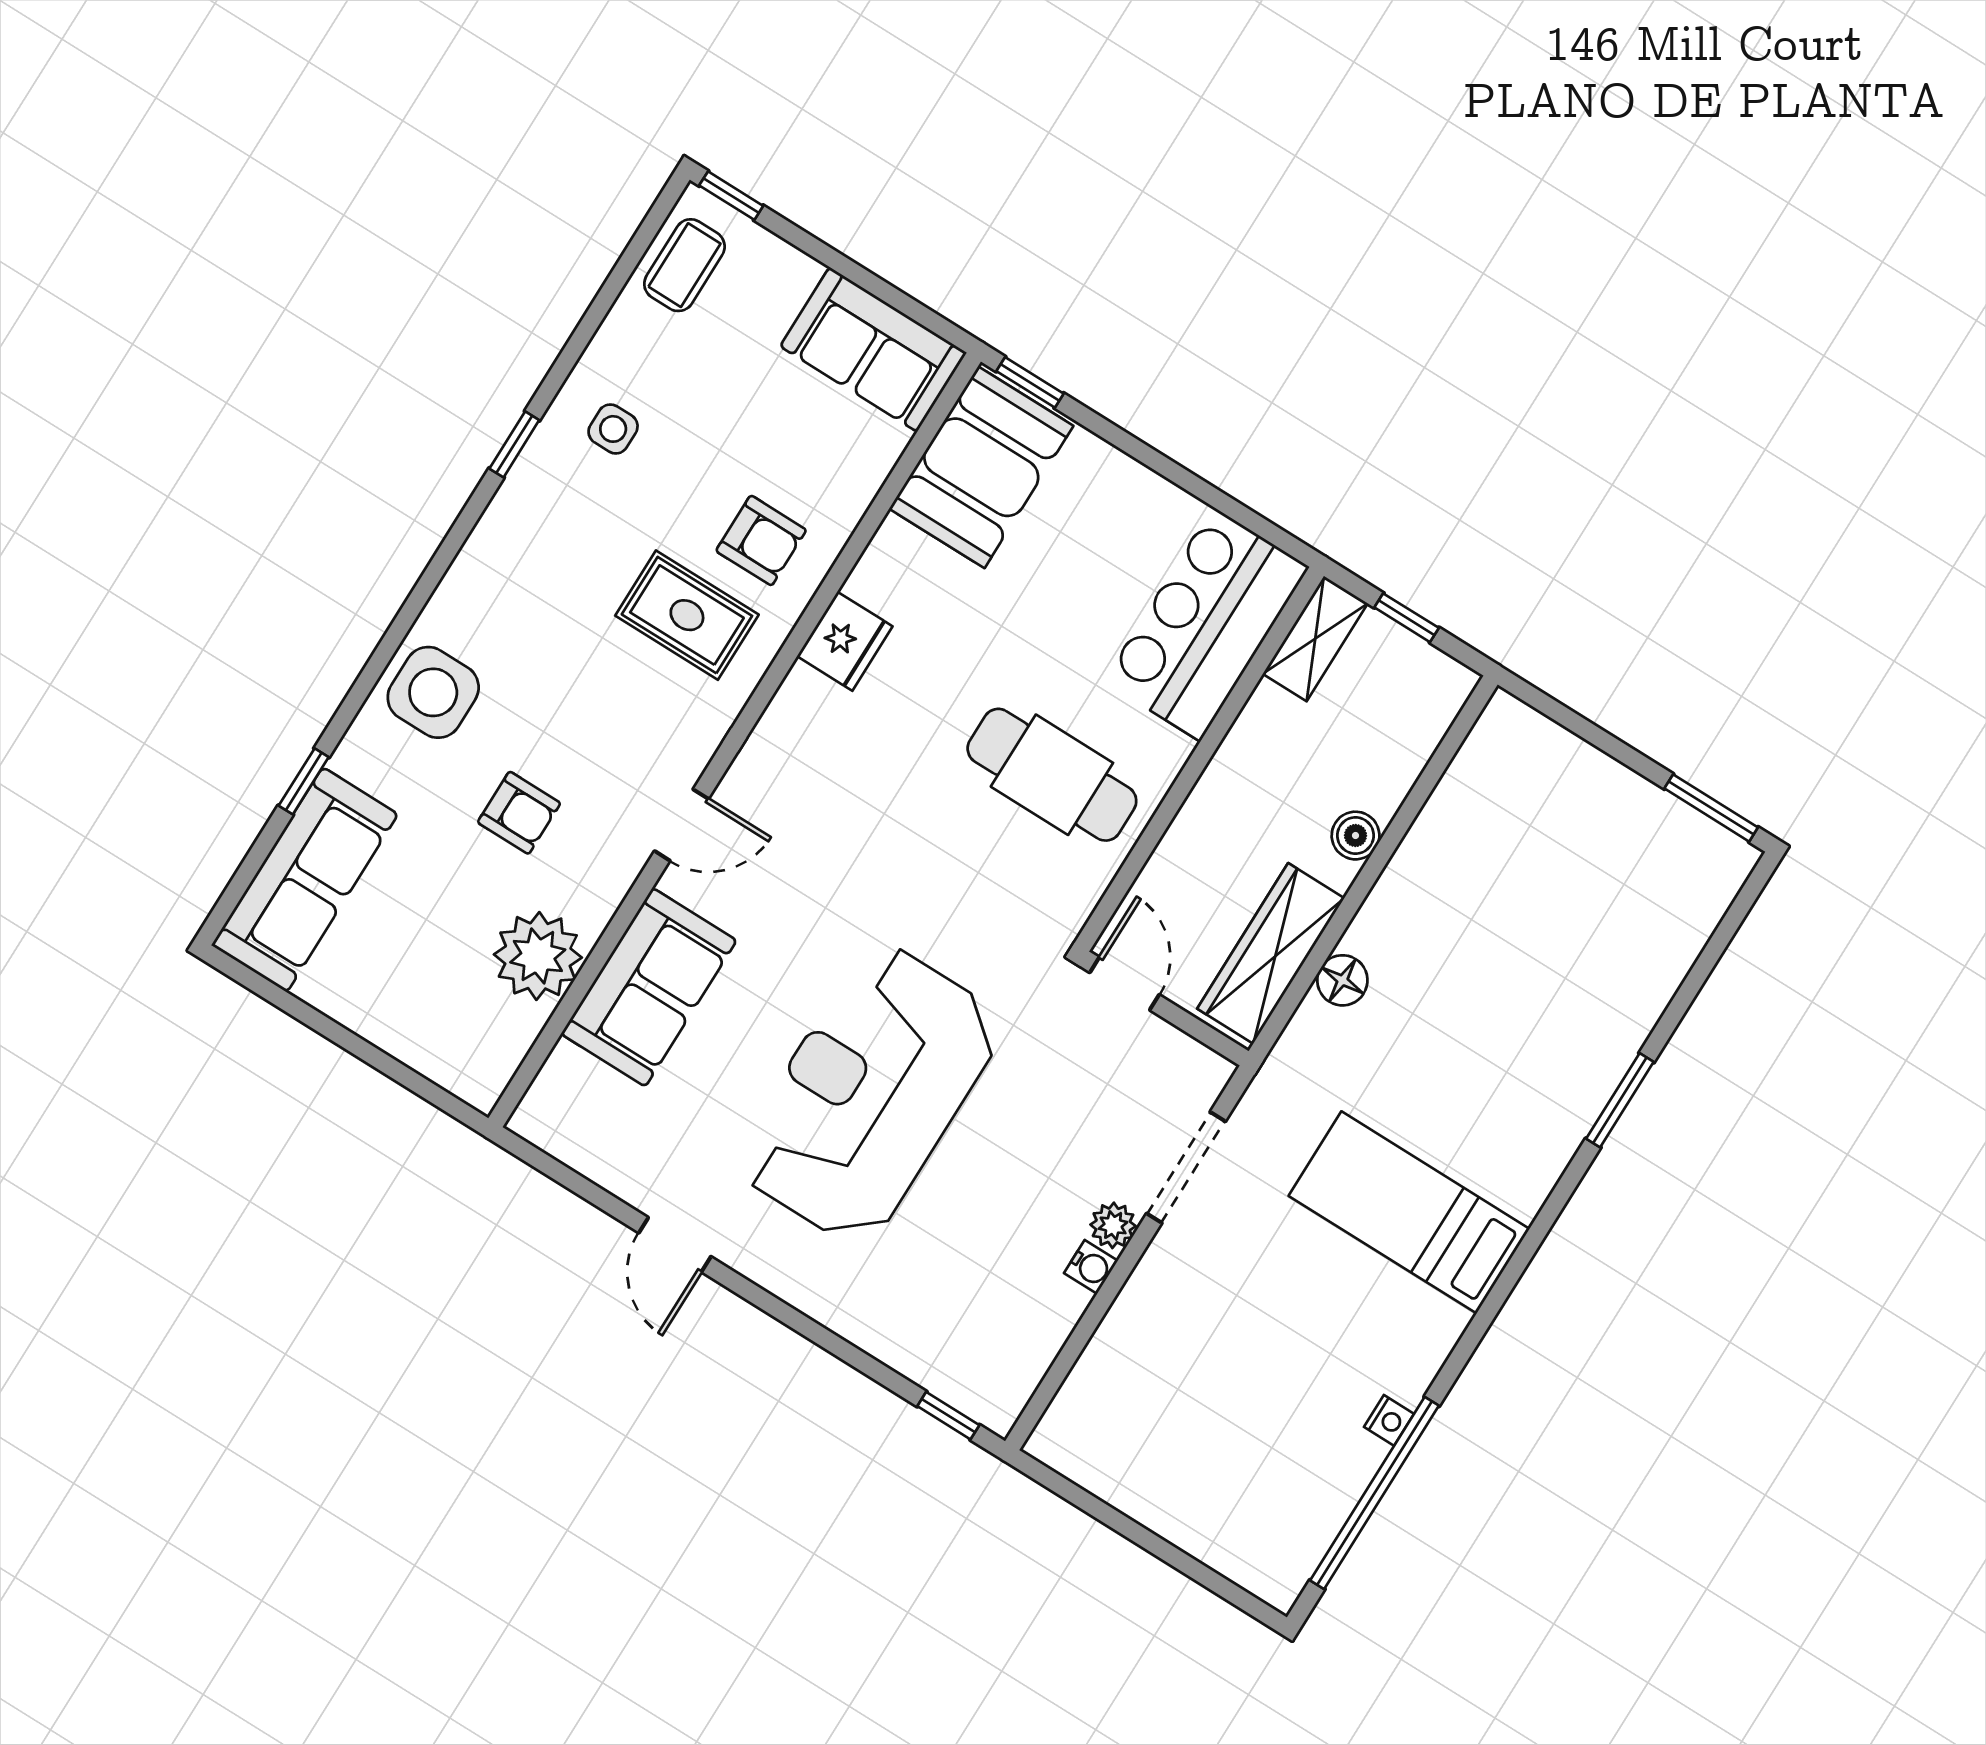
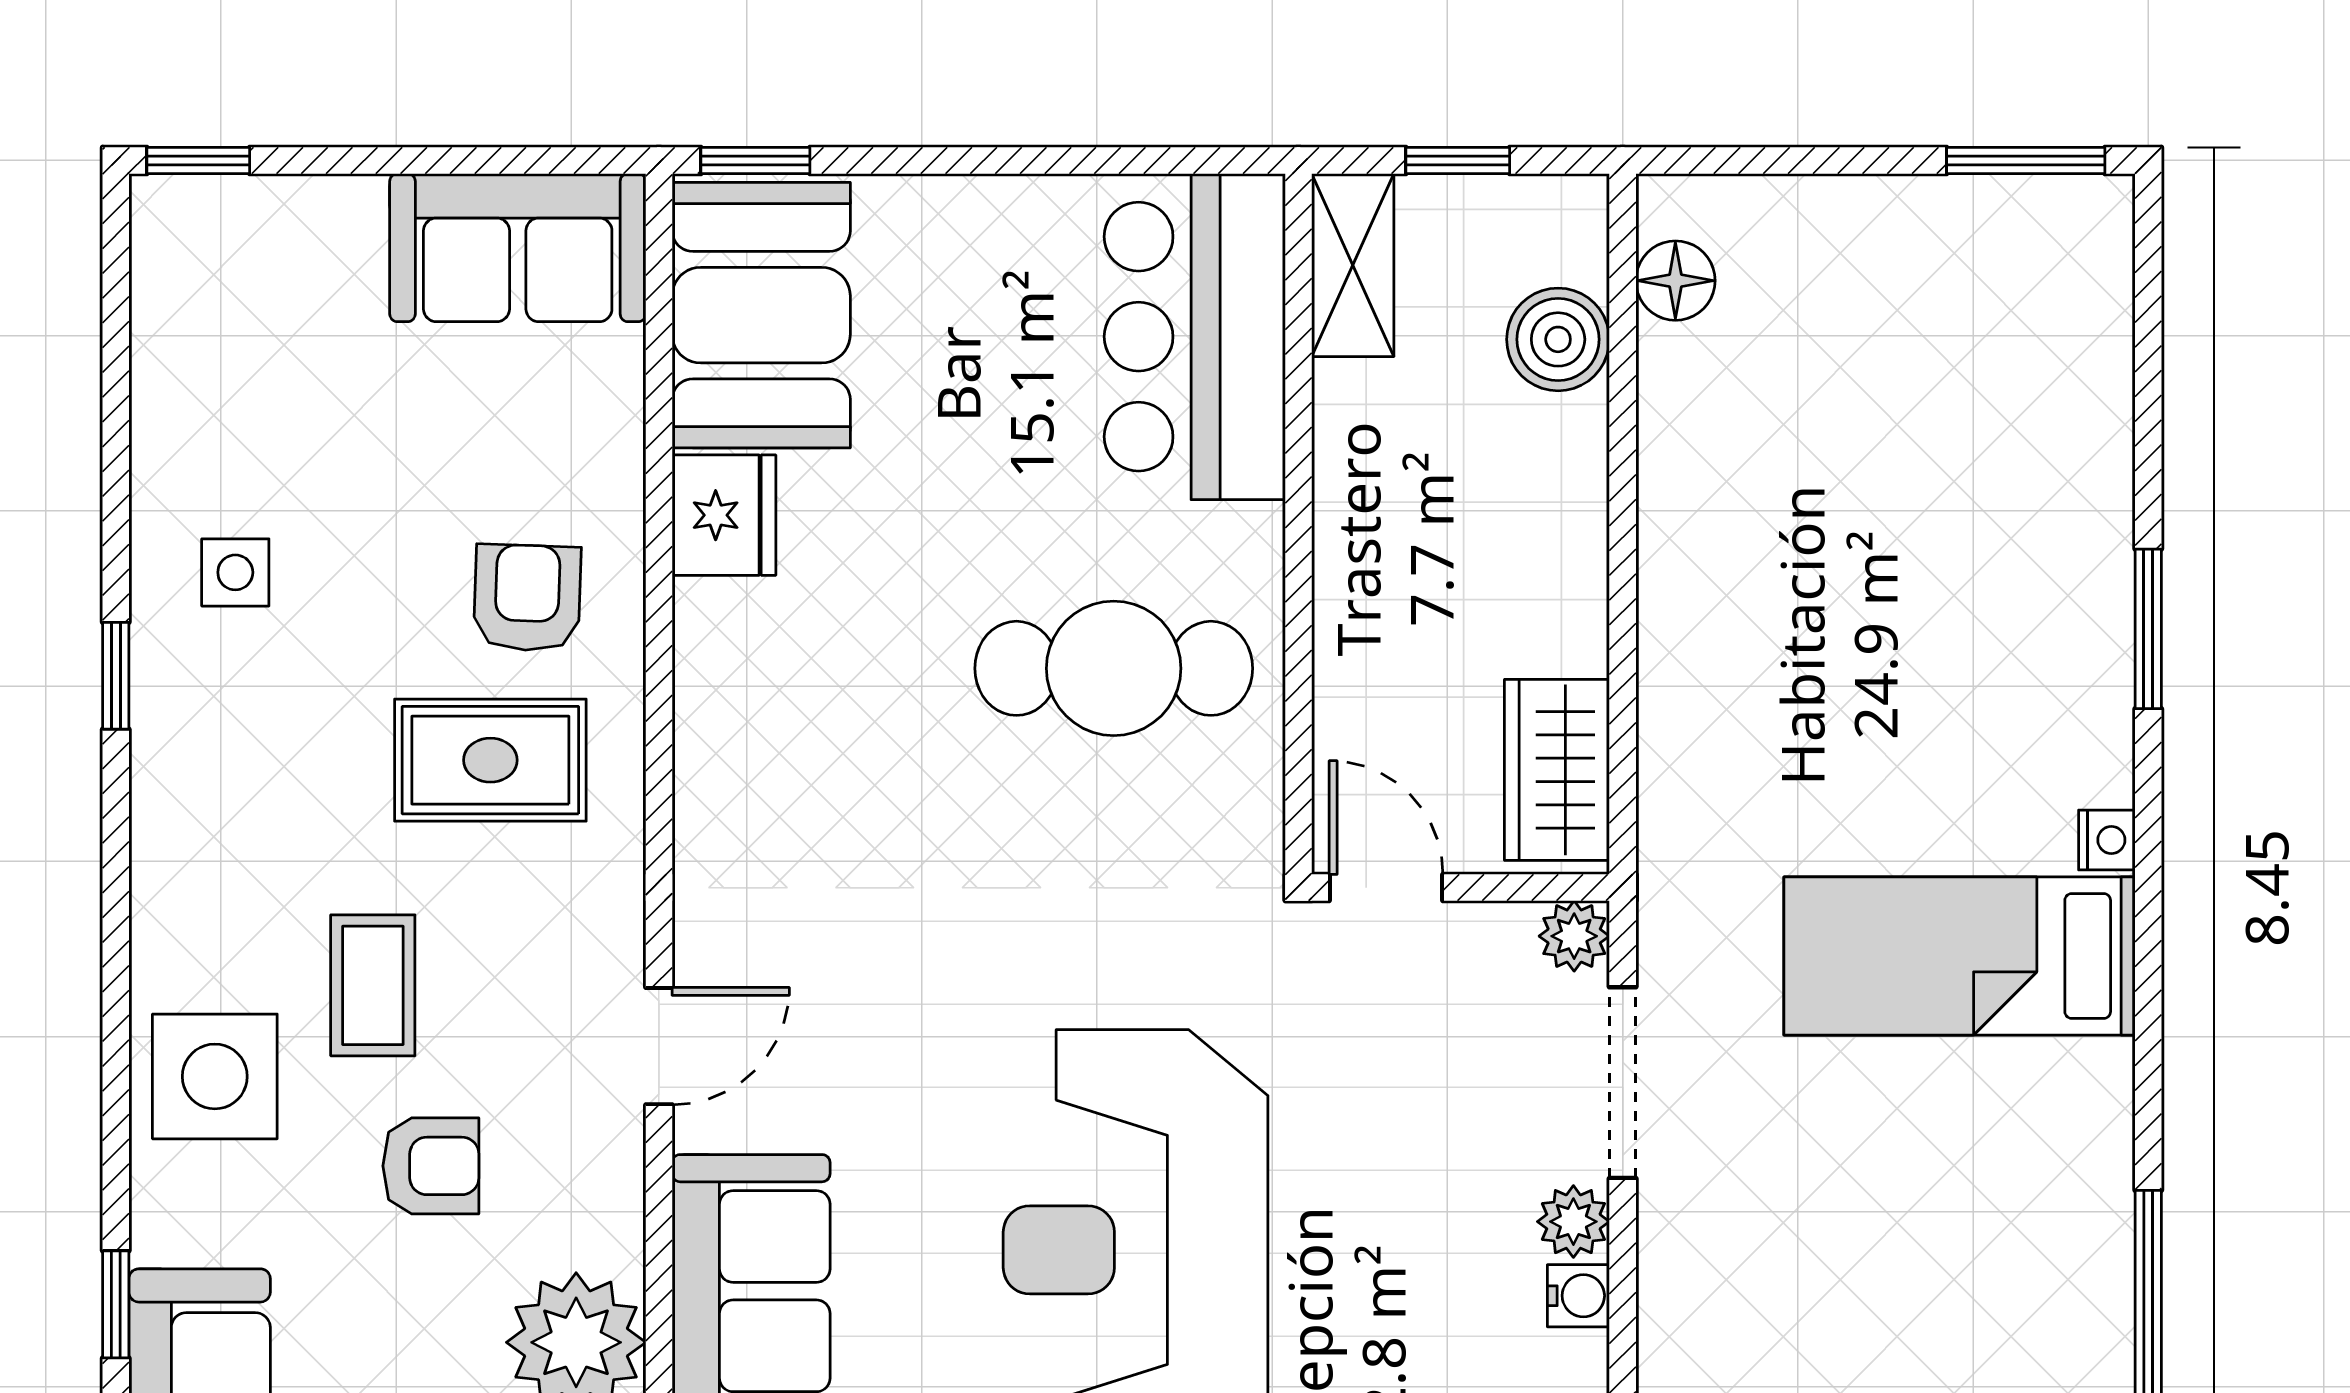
coffee table: (684, 265) -> (373, 985), moved
armchair: (761, 540) -> (527, 598), turned -88
fridge: (845, 641) -> (724, 515), moved
boiler: (1356, 836) -> (1558, 339), moved, width x1.36, depth x1.36
wardrobe: (1271, 953) -> (1557, 770), width x0.67
floor lamp: (1342, 980) -> (1675, 281), moved
plant: (1209, 1073) -> (1574, 936), added
nightstand: (1389, 1420) -> (2107, 840), moved

